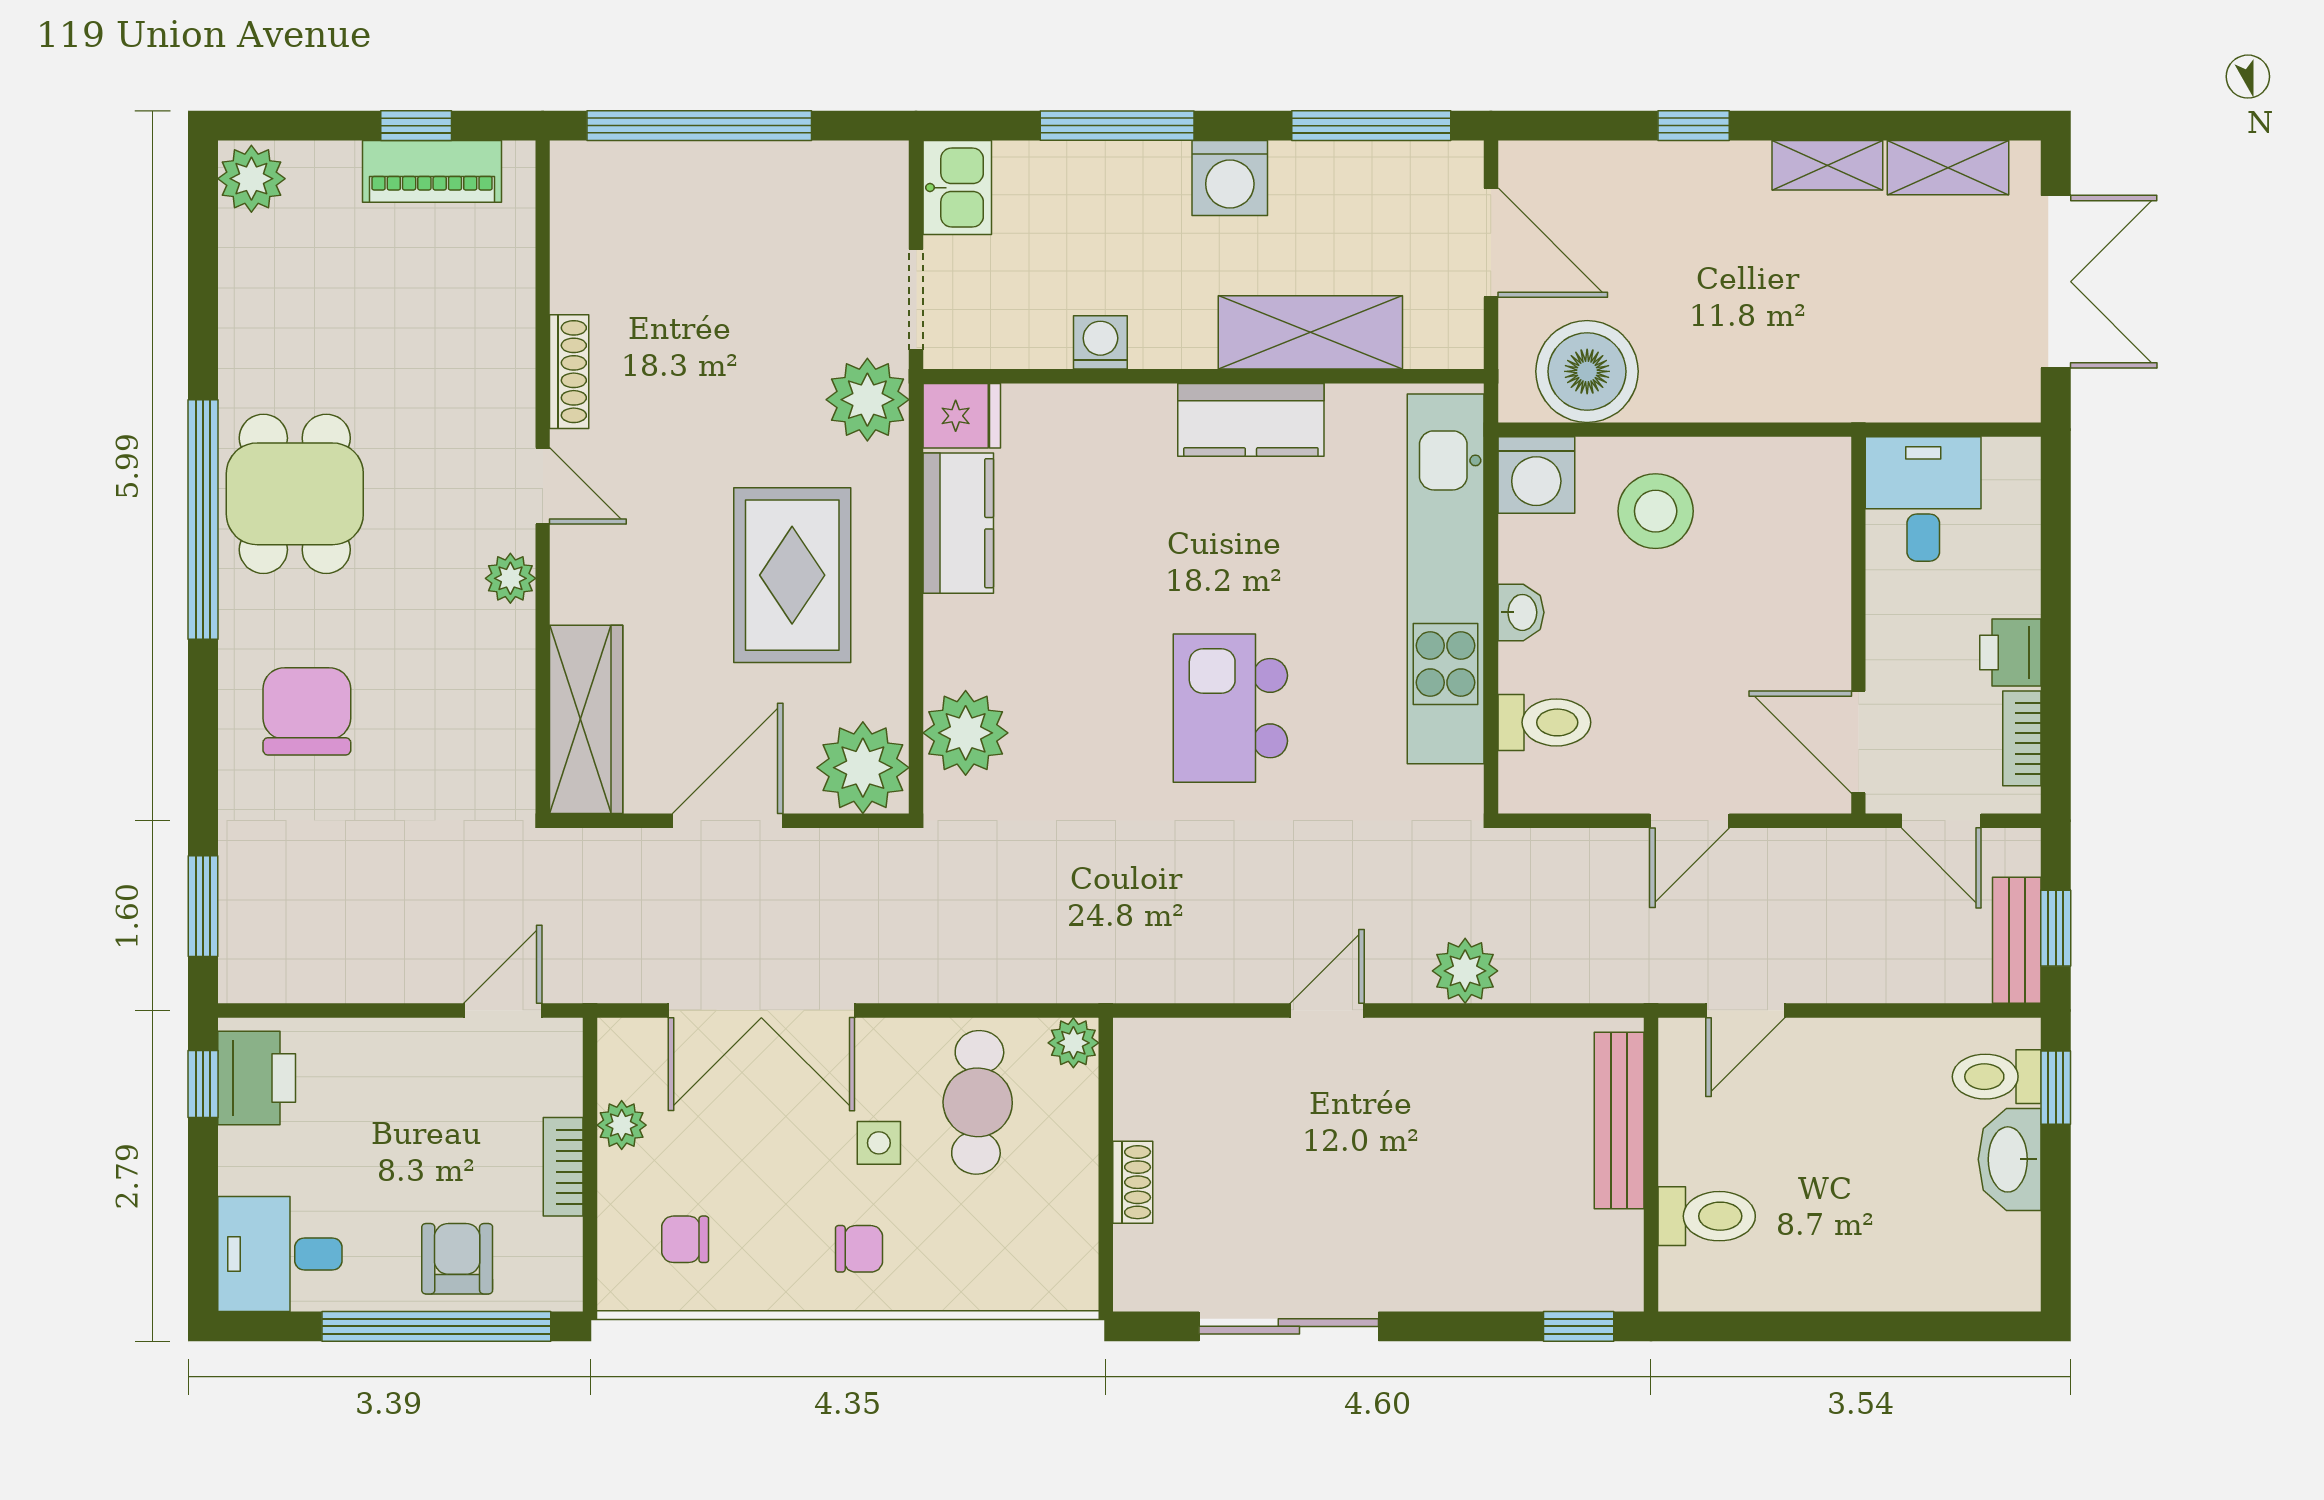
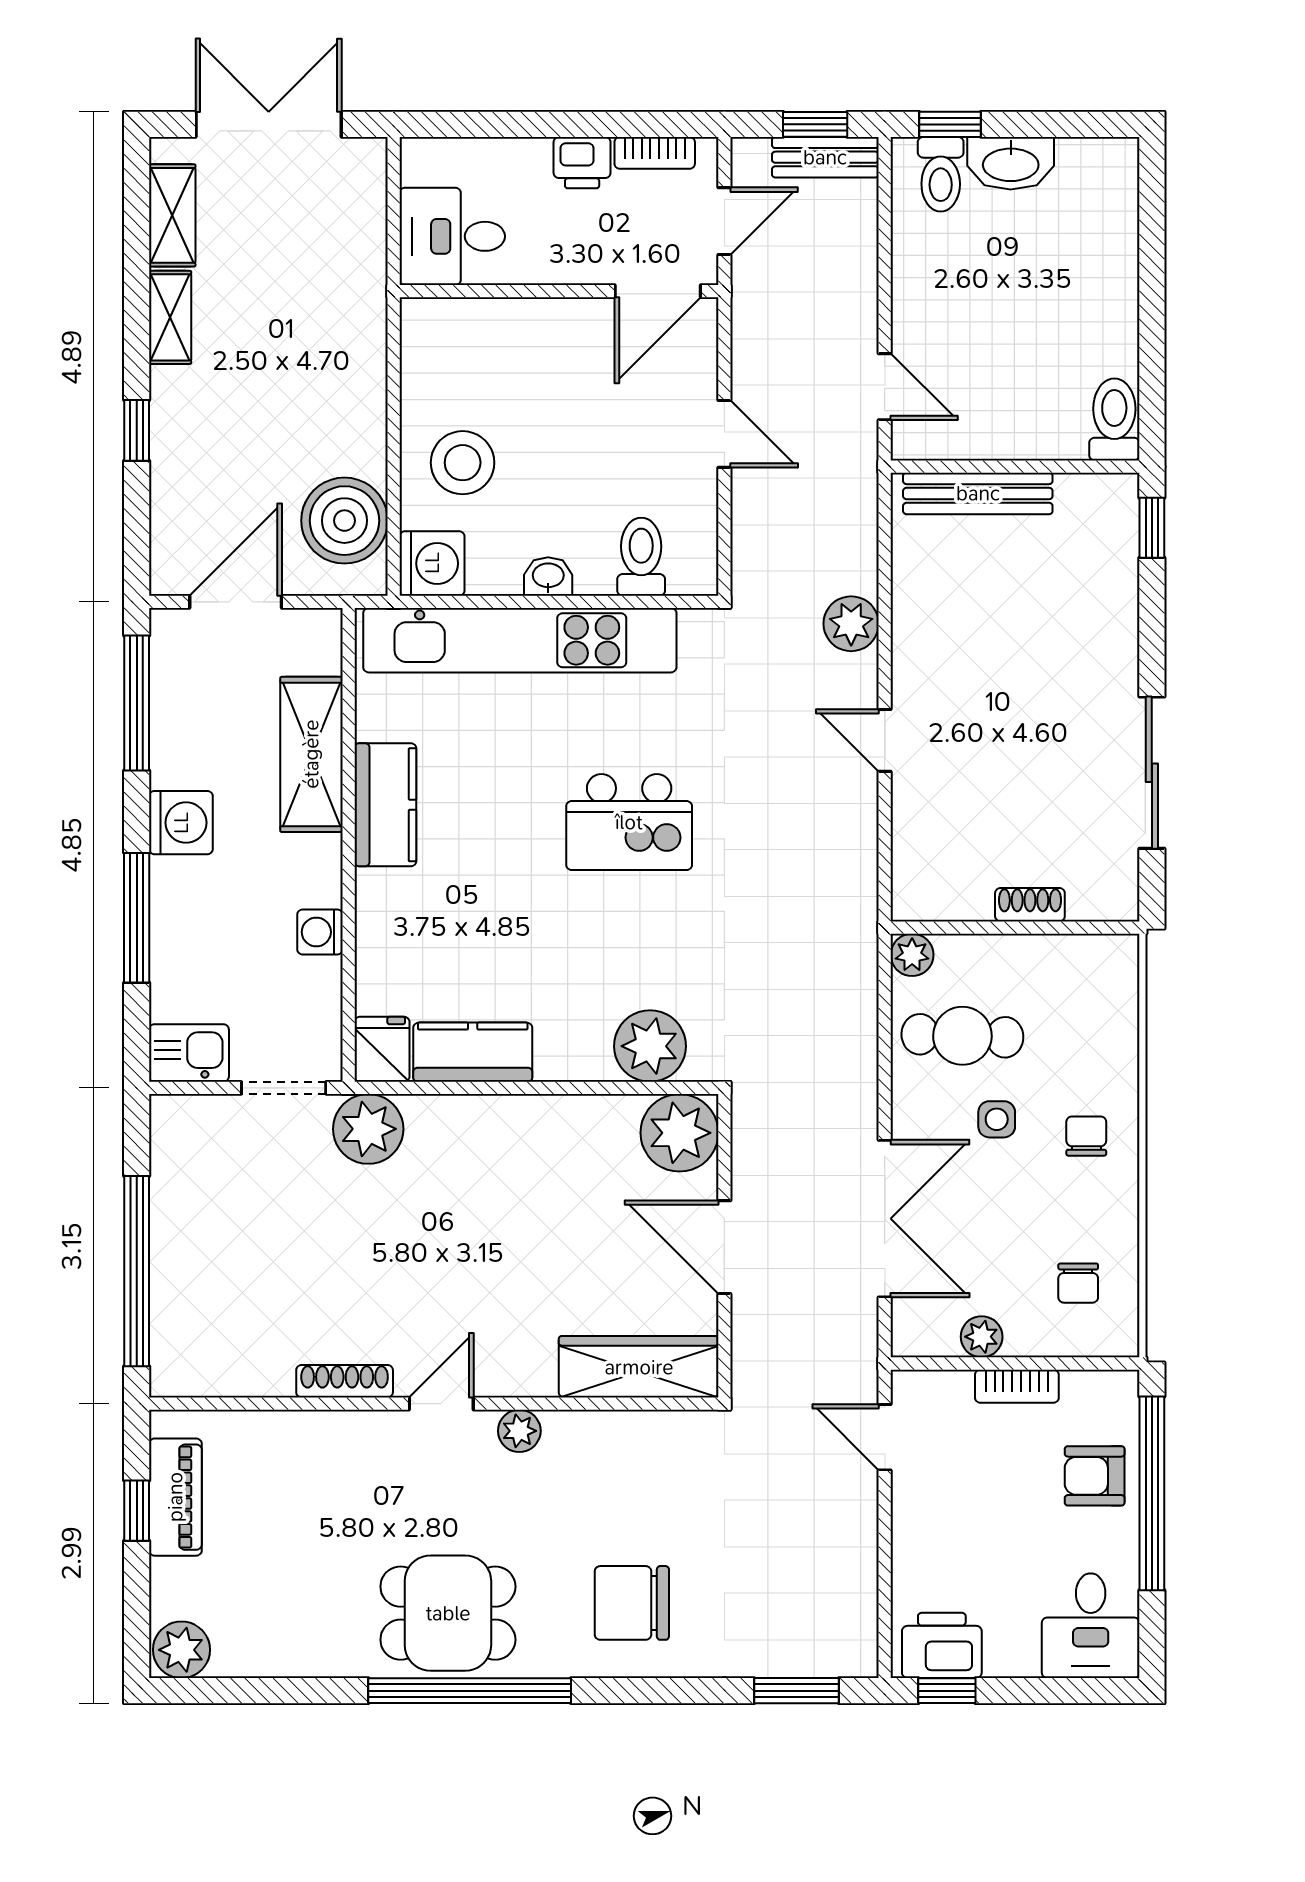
rug: (792, 575) -> (517, 1193), removed
toilet: (1707, 1216) -> (1114, 419), moved

